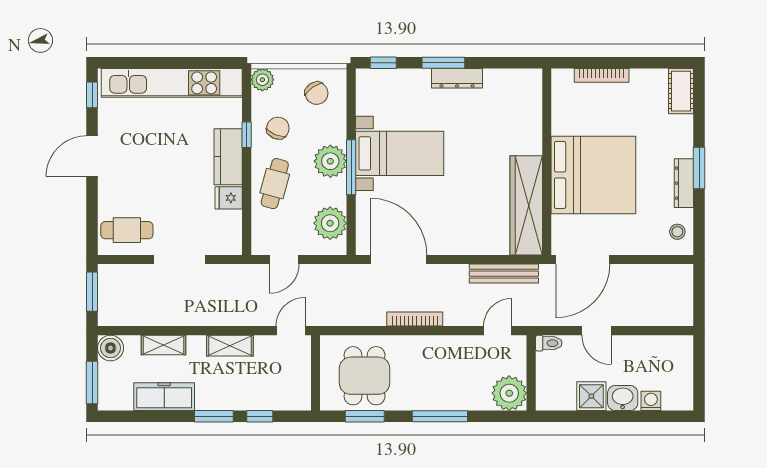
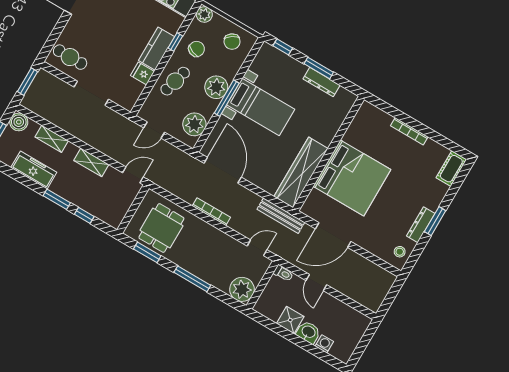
wall: (547, 162) -> (329, 154), moved
bed: (593, 175) -> (352, 178), moved
wardrobe: (526, 205) -> (301, 172), moved

